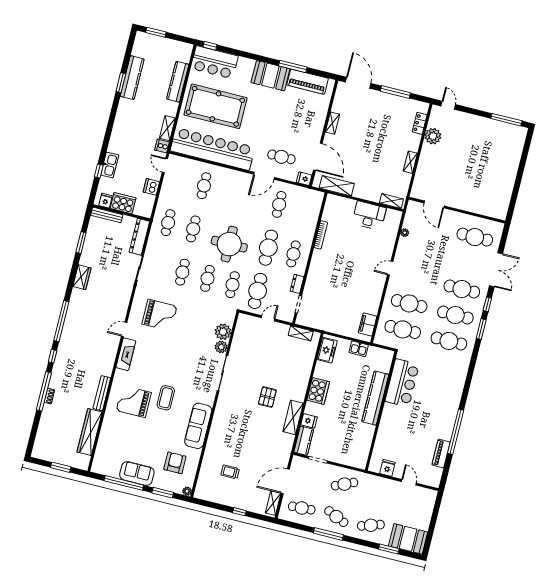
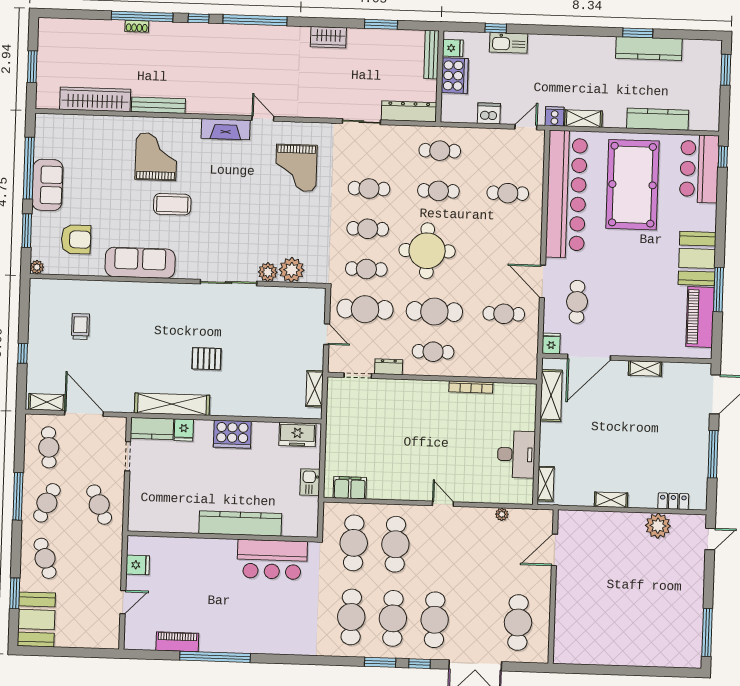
shelving: (293, 417) -> (172, 404), width x1.47

